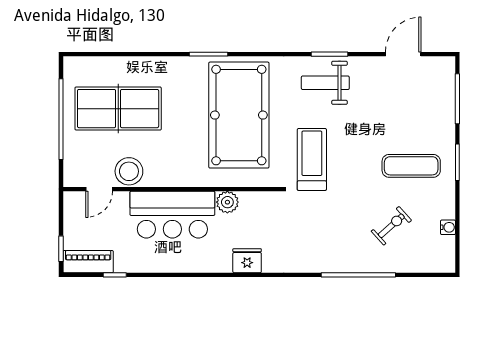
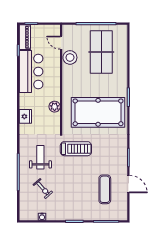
door: (403, 54) -> (128, 184), moved
weight bench: (325, 83) -> (40, 157), moved
exercise mat: (411, 166) -> (105, 189), moved
bar counter: (172, 215) -> (31, 72), moved, turned 180

